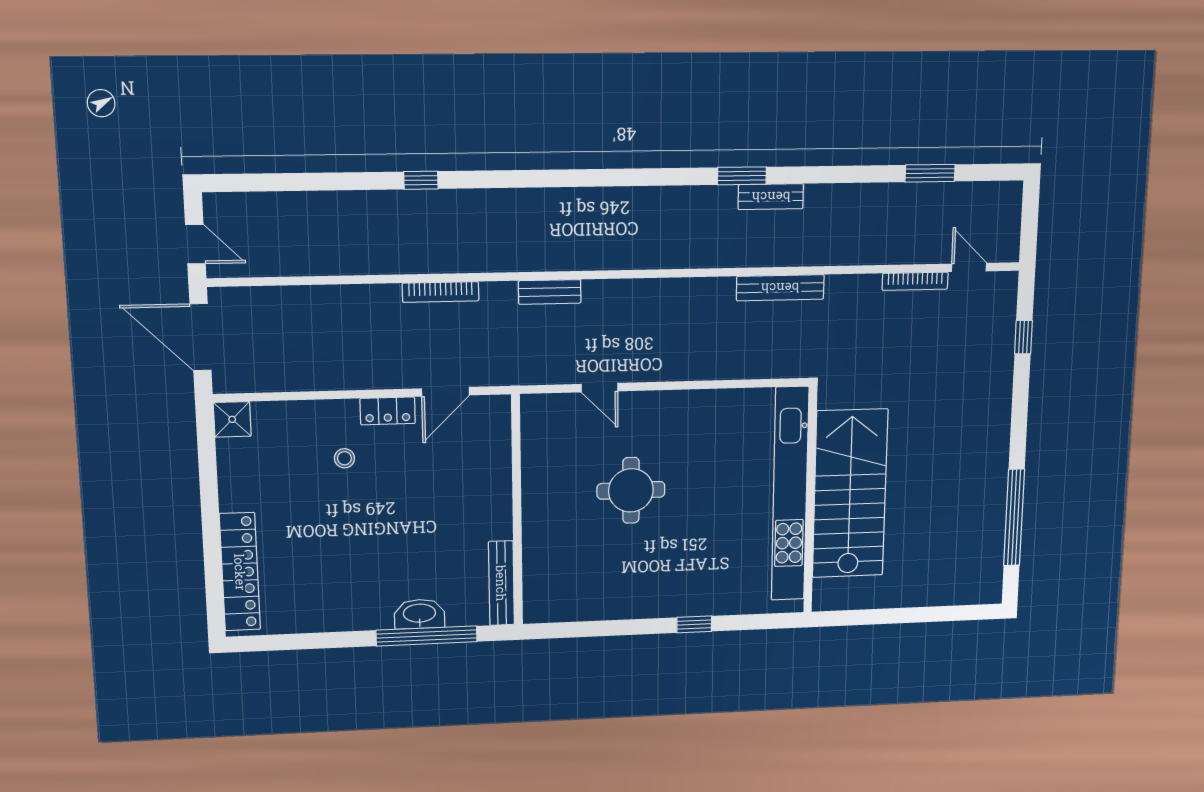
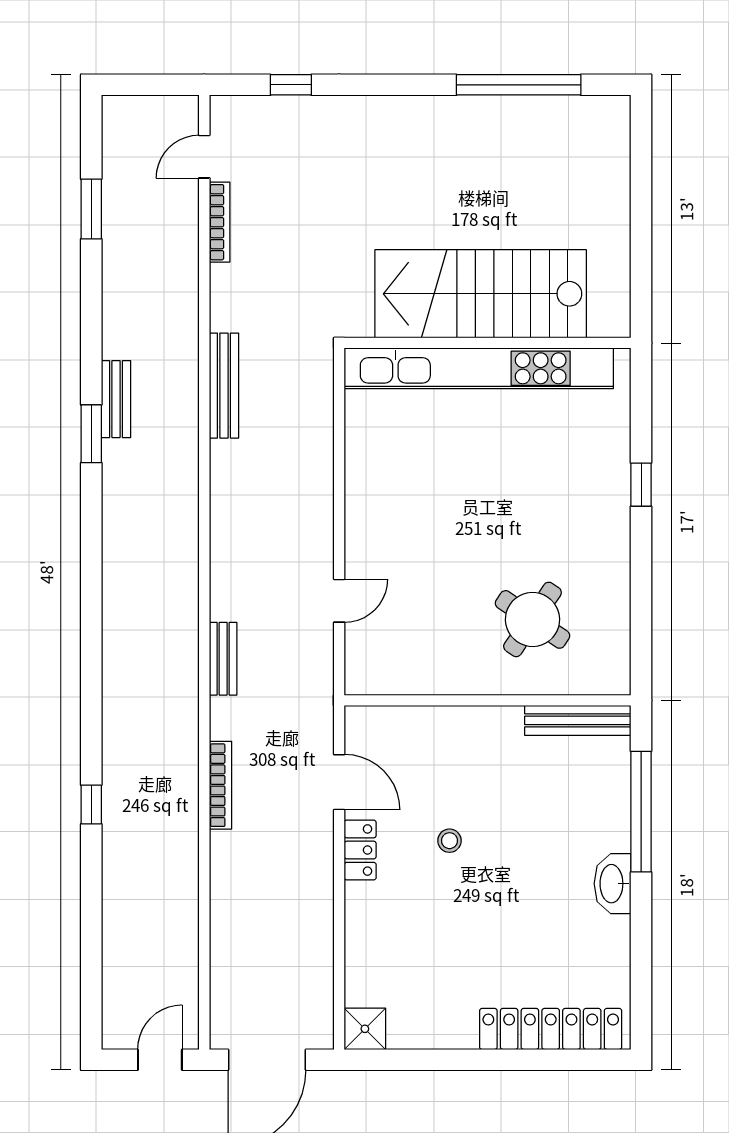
stool: (344, 458) -> (449, 841), moved
round table: (631, 490) -> (532, 619), moved, turned 34
washbasin: (419, 614) -> (613, 884), moved

